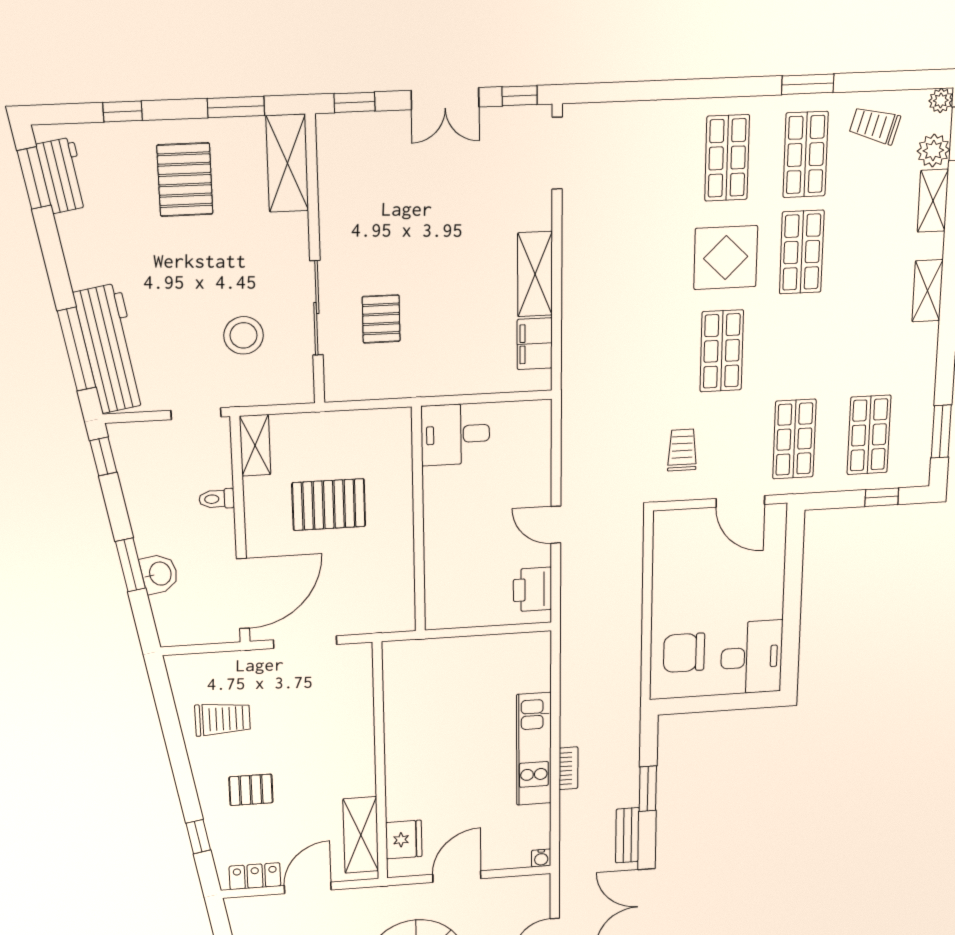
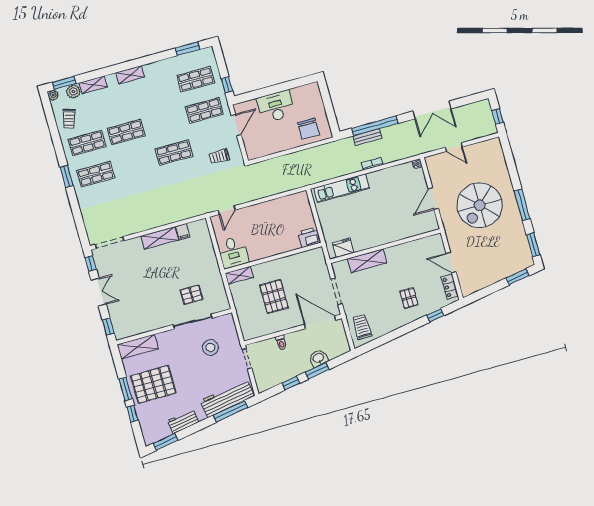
window: (808, 84) -> (67, 176), moved
window: (236, 107) -> (125, 389), moved
workbench: (63, 175) -> (183, 421), moved
pallet: (185, 180) -> (153, 384), width x1.37, depth x1.41
display table: (726, 258) -> (135, 163), removed
filing cabinet: (535, 344) -> (183, 232), width x0.50
shelving: (255, 445) -> (239, 275), moved
window: (103, 456) -> (291, 383), moved
window: (882, 497) -> (227, 85), moved
door: (556, 525) -> (227, 210), moved
printer: (532, 589) -> (309, 237), moved, turned 180
desk: (752, 657) -> (276, 107), moved
trolley: (223, 719) -> (362, 327), moved
kitchen unit: (534, 749) -> (342, 188), moved
window: (648, 789) -> (375, 126), width x2.11
shelving: (361, 835) -> (367, 261), moved
bench: (627, 835) -> (367, 137), moved
fridge: (404, 840) -> (343, 248), moved
door: (457, 877) -> (433, 199), hinge flipped

